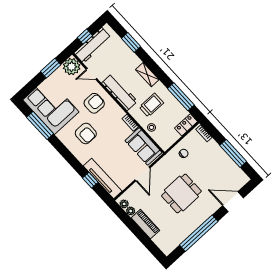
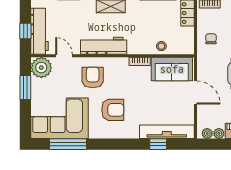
door: (91, 74) -> (64, 56), swing flipped
trolley: (151, 105) -> (141, 28), removed

